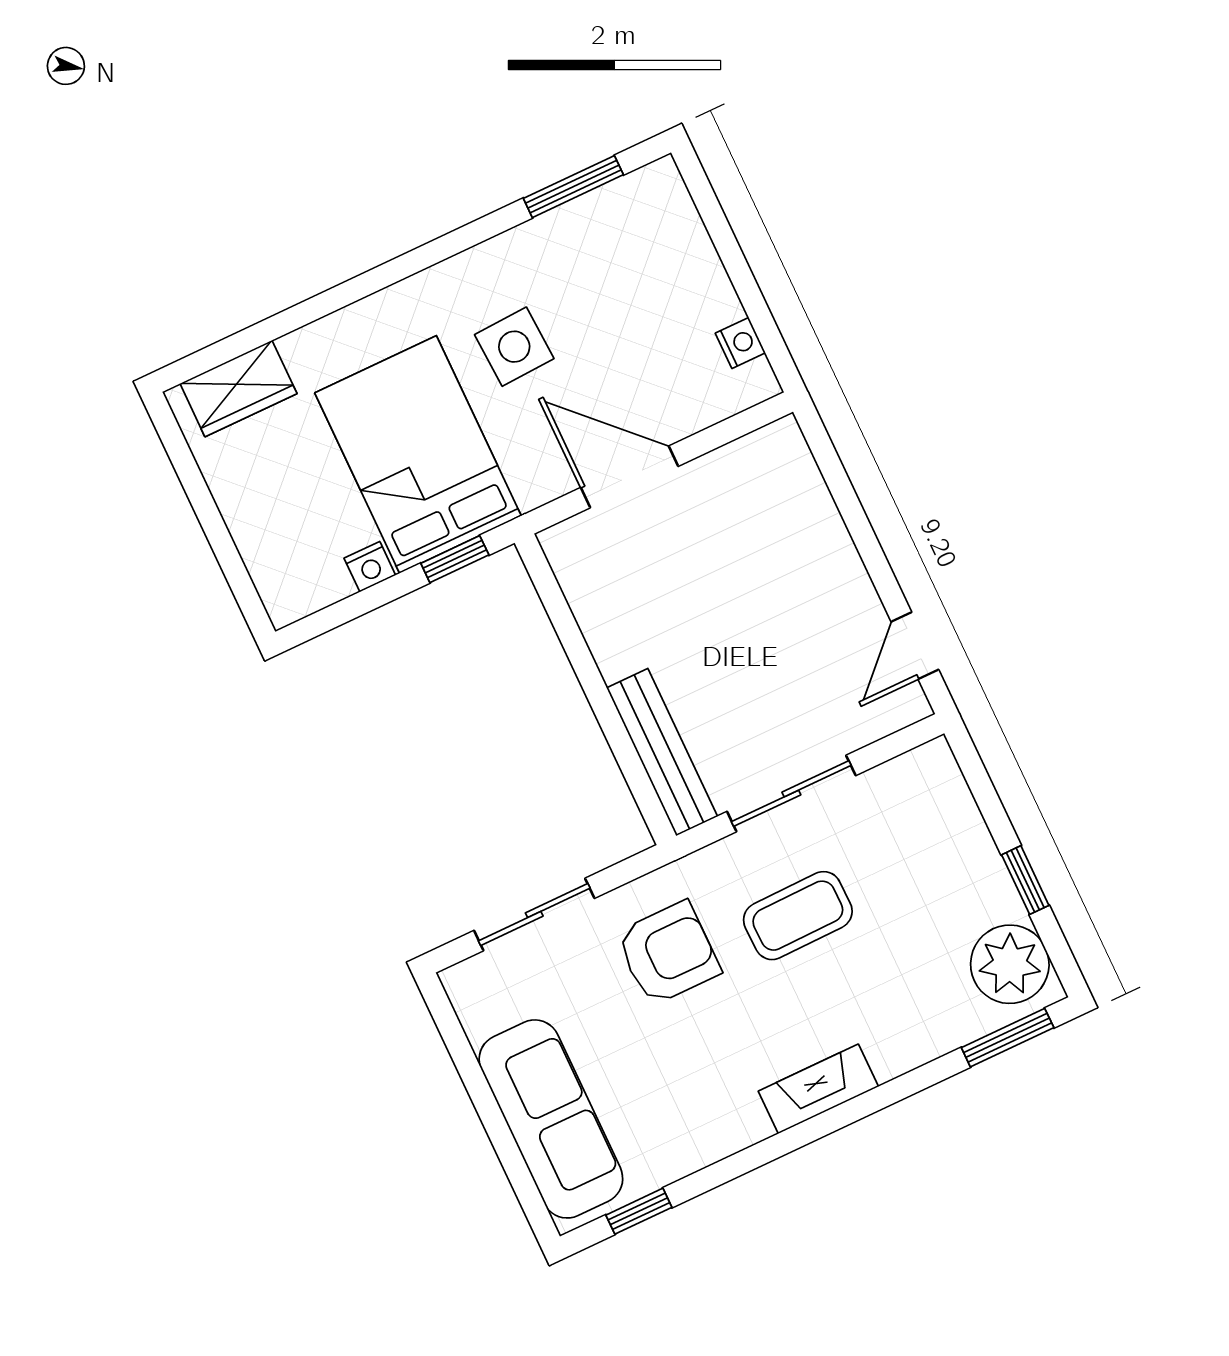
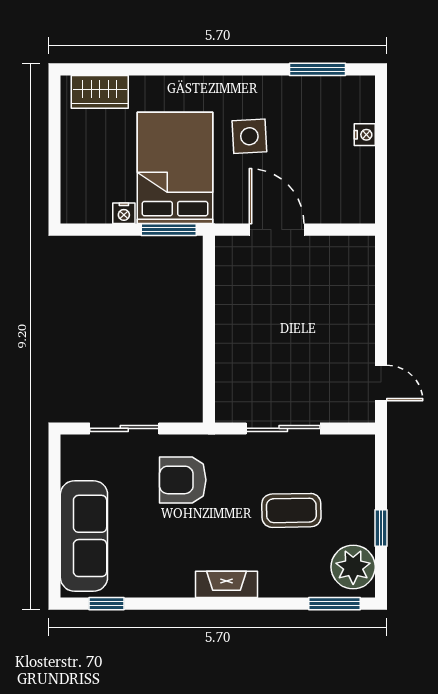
nightstand: (740, 343) -> (365, 135), moved
window: (455, 559) -> (169, 230), width x1.50
door: (915, 646) -> (381, 383), swing flipped
bench: (662, 752) -> (228, 377), removed
coffee table: (798, 916) -> (291, 510), moved
armchair: (668, 953) -> (183, 480), turned 180

